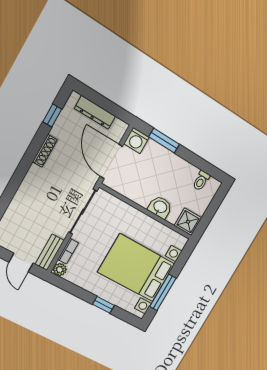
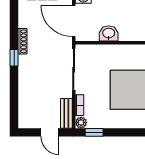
window: (52, 115) -> (14, 58), moved
washbasin: (160, 207) -> (109, 33), moved
window: (103, 305) -> (94, 132), moved

